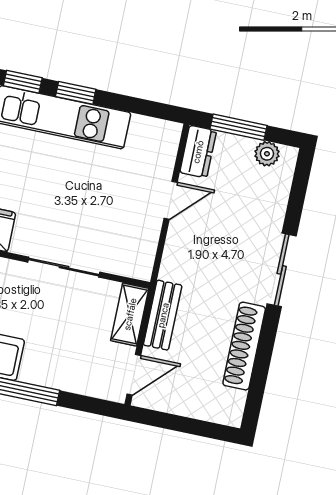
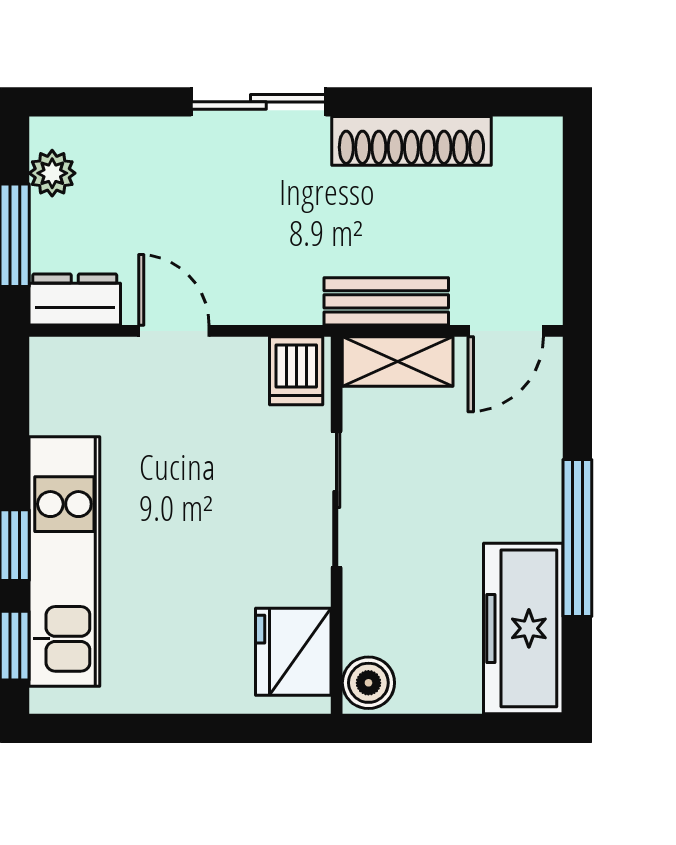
dishwasher: (136, 260) -> (296, 371), added
door: (134, 375) -> (506, 331), swing flipped

